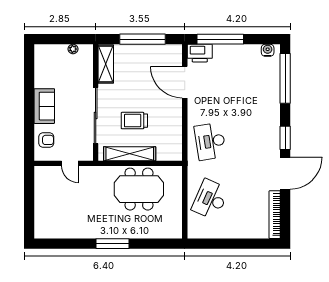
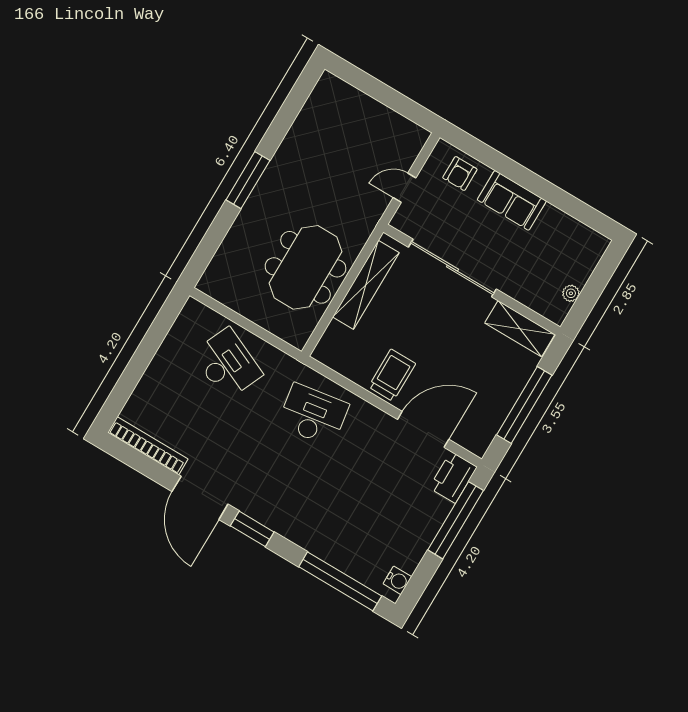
trolley: (134, 121) -> (392, 375), moved

